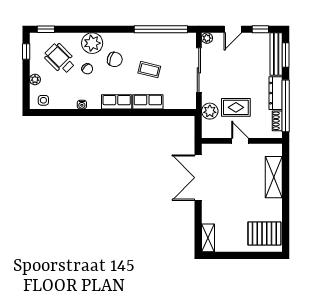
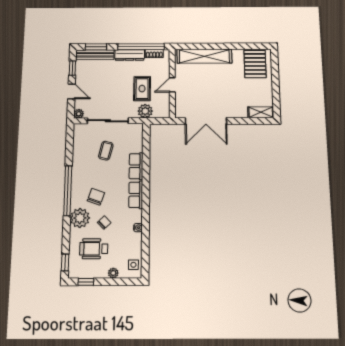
window: (161, 29) -> (68, 191), moved
wheelchair: (60, 59) -> (94, 249), turned 45
coffee table: (149, 70) -> (106, 151), moved
shelving: (274, 177) -> (204, 56), width x1.47

